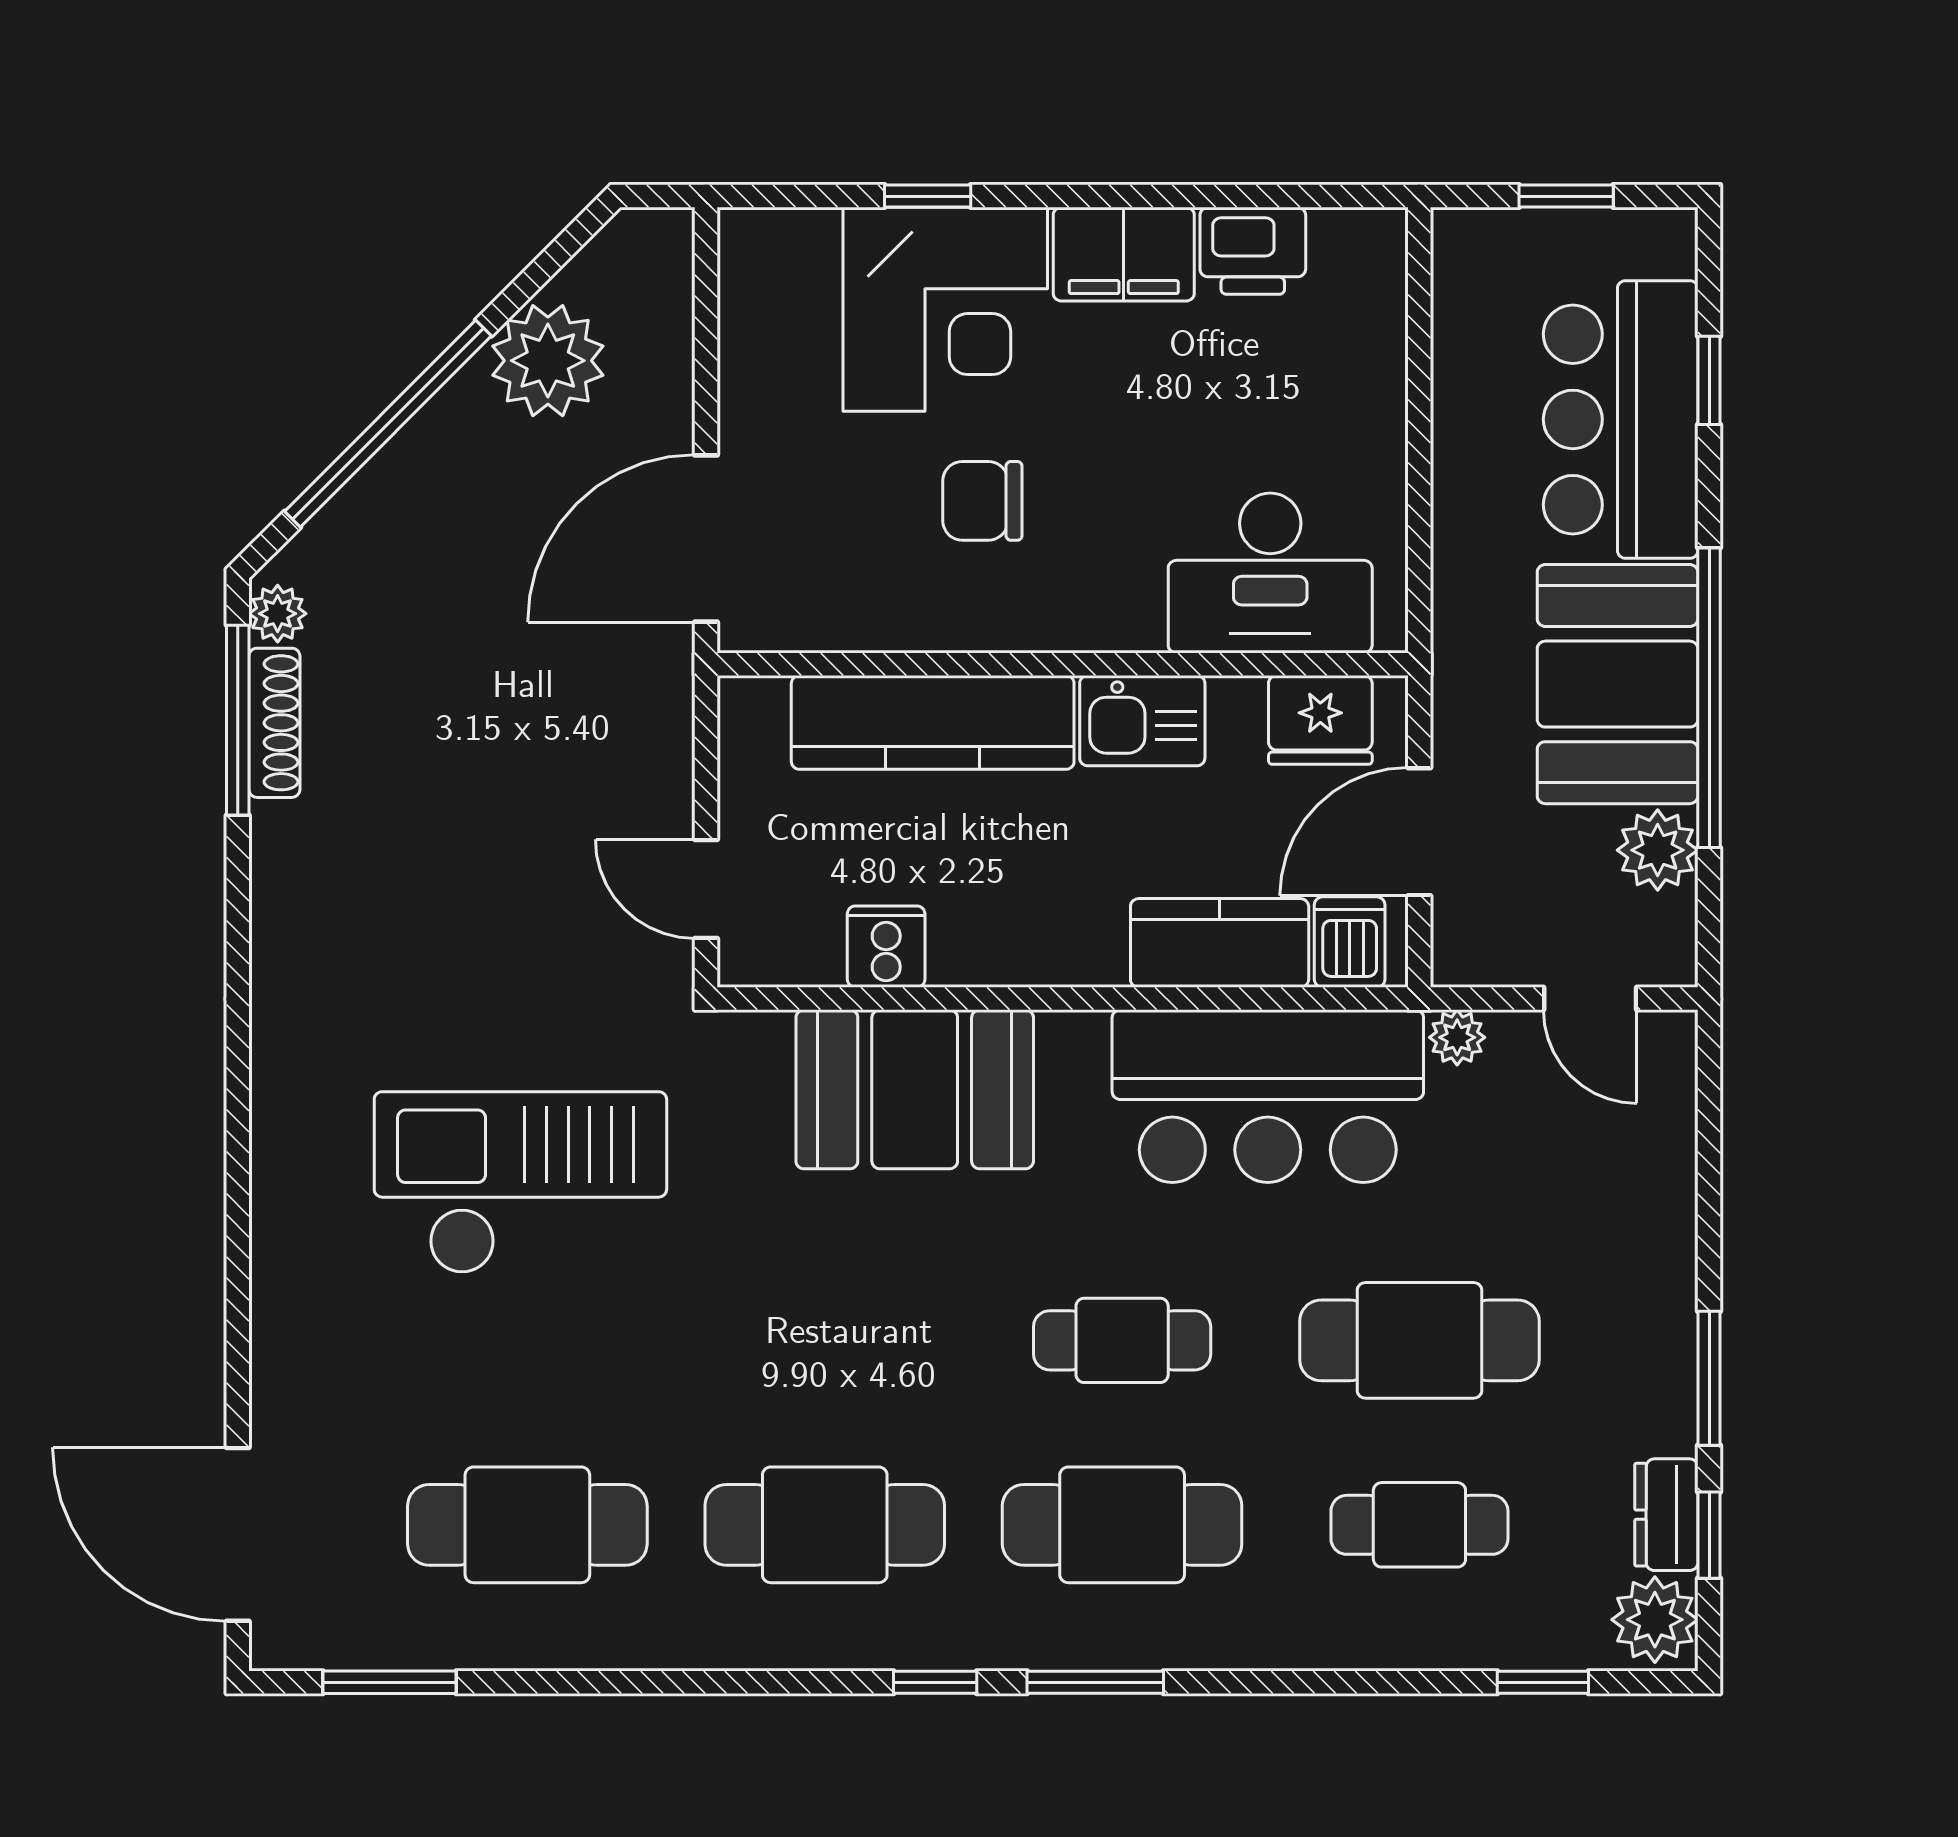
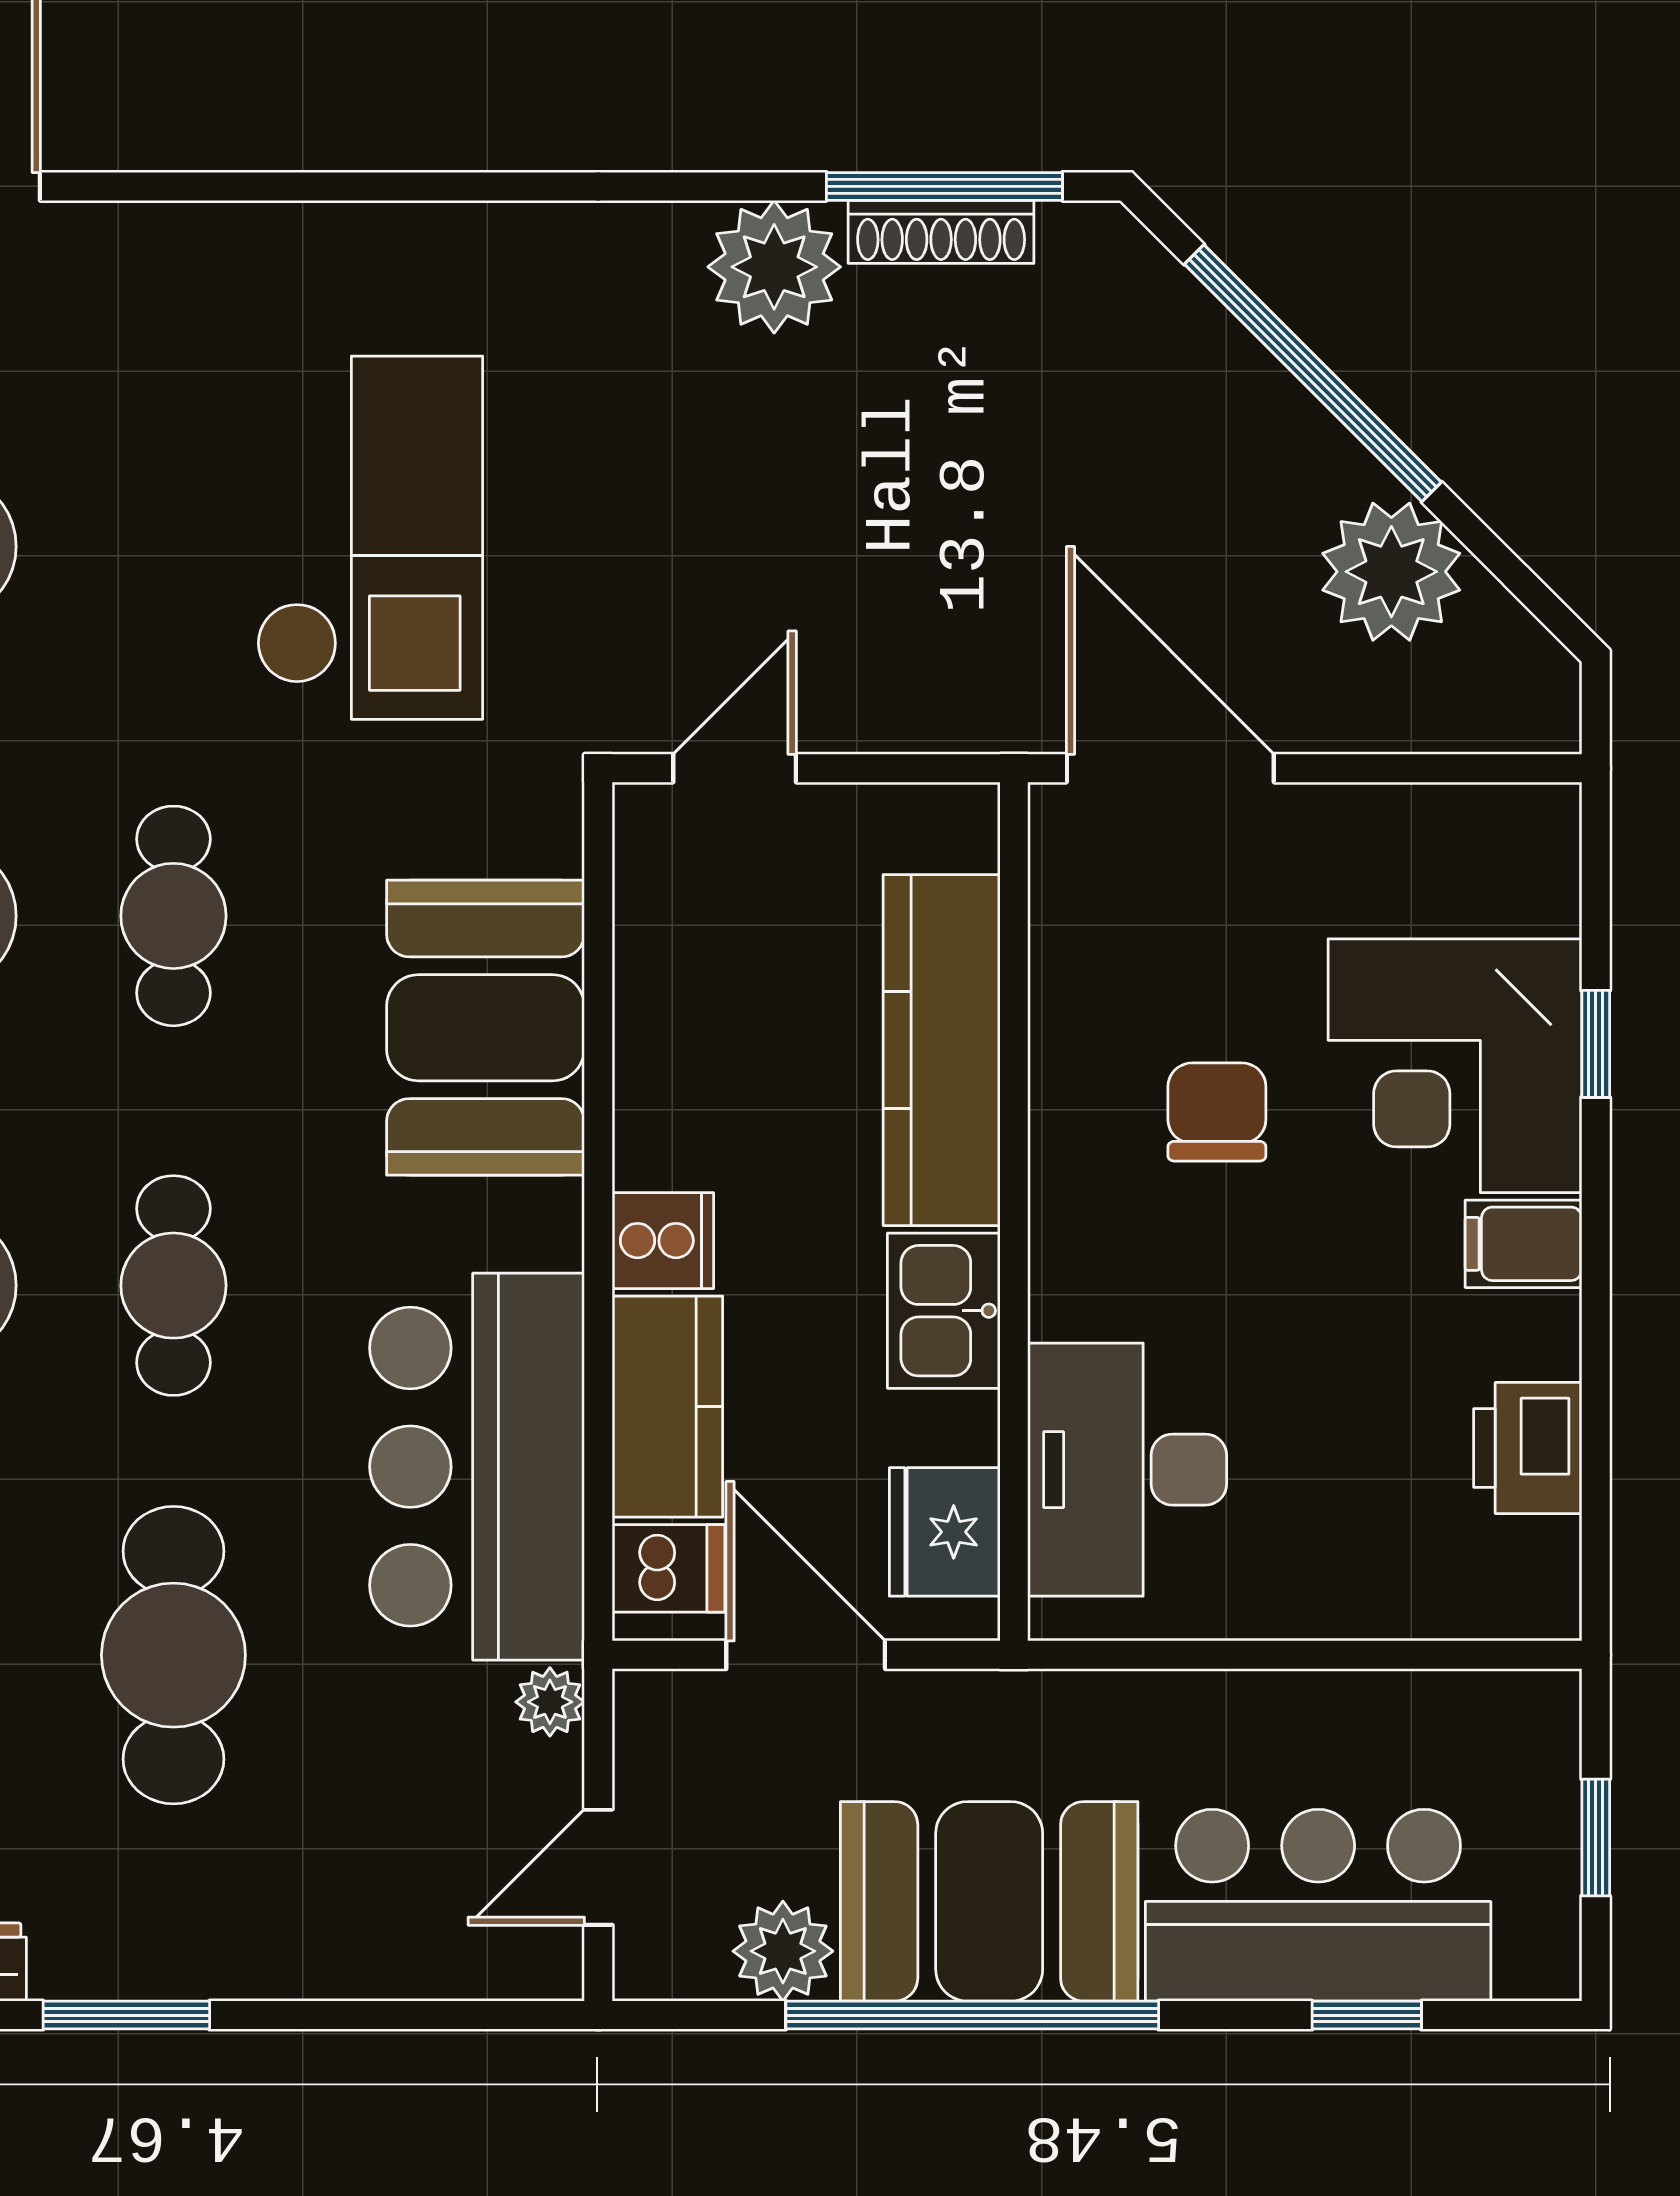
filing cabinet: (1124, 254) -> (1524, 1244), width x0.50
plant: (278, 614) -> (774, 267), moved, width x1.88, depth x1.88
cooker: (886, 947) -> (663, 1241), moved
cafe table: (825, 1340) -> (173, 916), added

